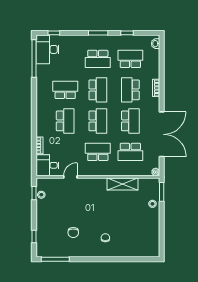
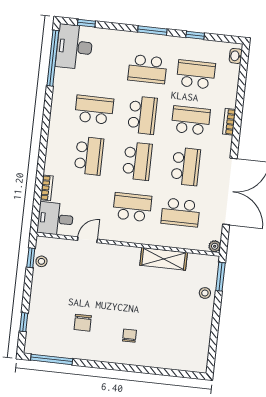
school desk: (130, 90) -> (191, 120), turned 90

